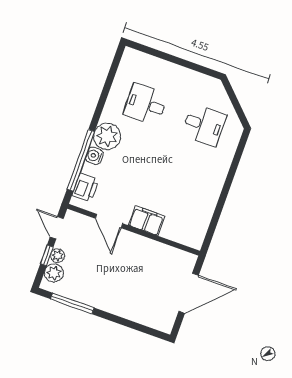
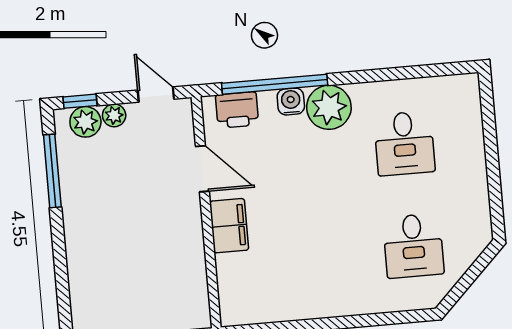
desk: (146, 104) -> (404, 143), turned 180
door: (109, 221) -> (202, 169), swing flipped
door: (57, 228) -> (156, 95), hinge flipped
window: (47, 255) -> (80, 101), moved

